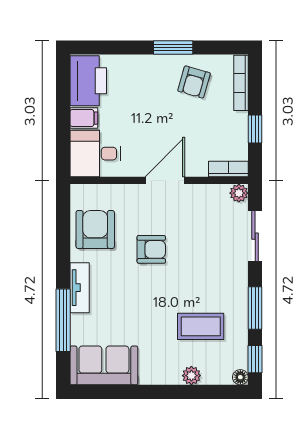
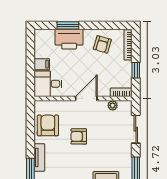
window: (173, 47) -> (68, 25), moved
printer: (88, 81) -> (69, 39), moved, turned 90
plant: (239, 193) -> (113, 105), moved
armchair: (151, 249) -> (79, 136), turned 180

